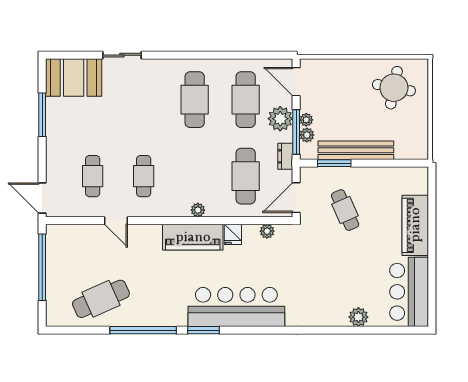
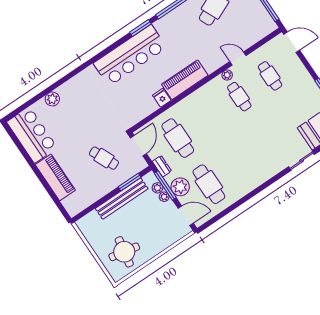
cafe table: (195, 100) -> (240, 163), removed
plant: (198, 210) -> (227, 75), moved
plant: (267, 231) -> (142, 114), removed

